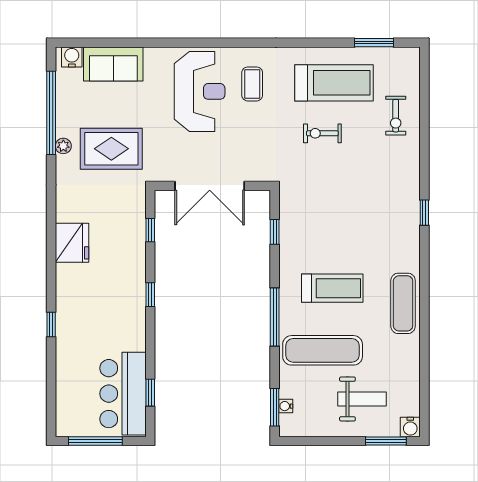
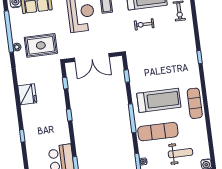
treadmill: (332, 288) -> (159, 100), width x1.37, depth x1.38

